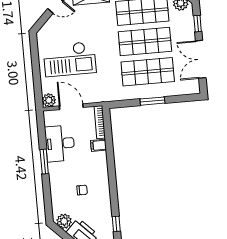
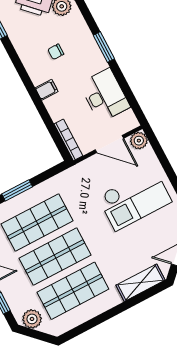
checkout: (70, 59) -> (135, 199), turned 180
filing cabinet: (99, 145) -> (47, 90), moved
window: (44, 162) -> (104, 47), moved

